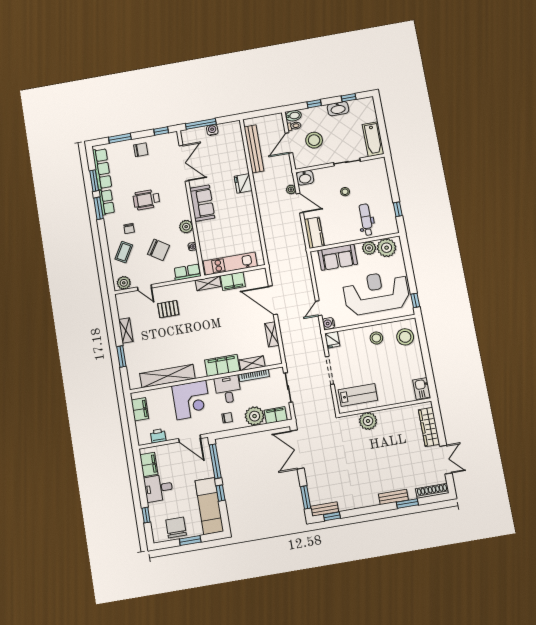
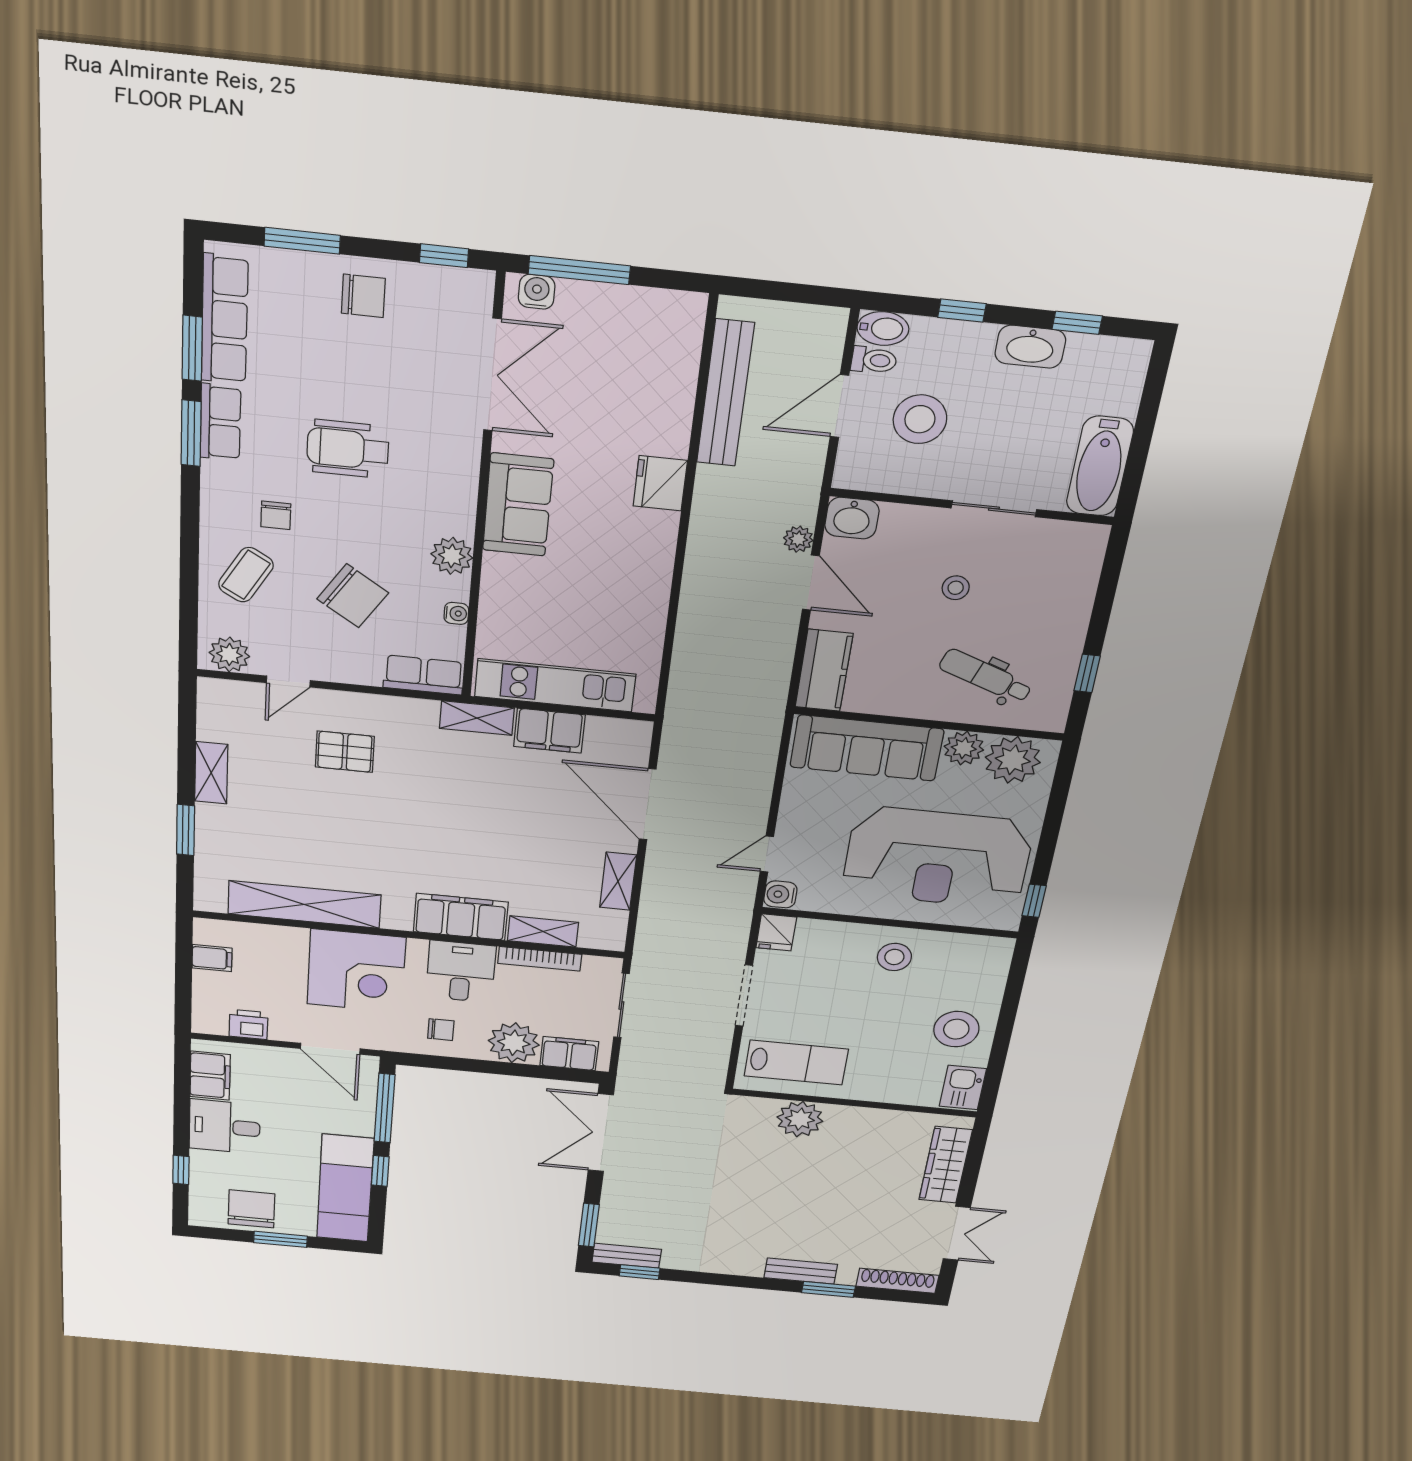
water cooler: (212, 130) -> (537, 292), moved
dental chair: (366, 220) -> (986, 676), turned -70
sofa: (338, 257) -> (867, 748), width x1.36
door: (145, 287) -> (288, 682), hinge flipped
reception desk: (376, 293) -> (938, 858), turned 180
stool: (405, 337) -> (956, 1029), moved
filing cabinet: (140, 409) -> (212, 958), width x0.50

